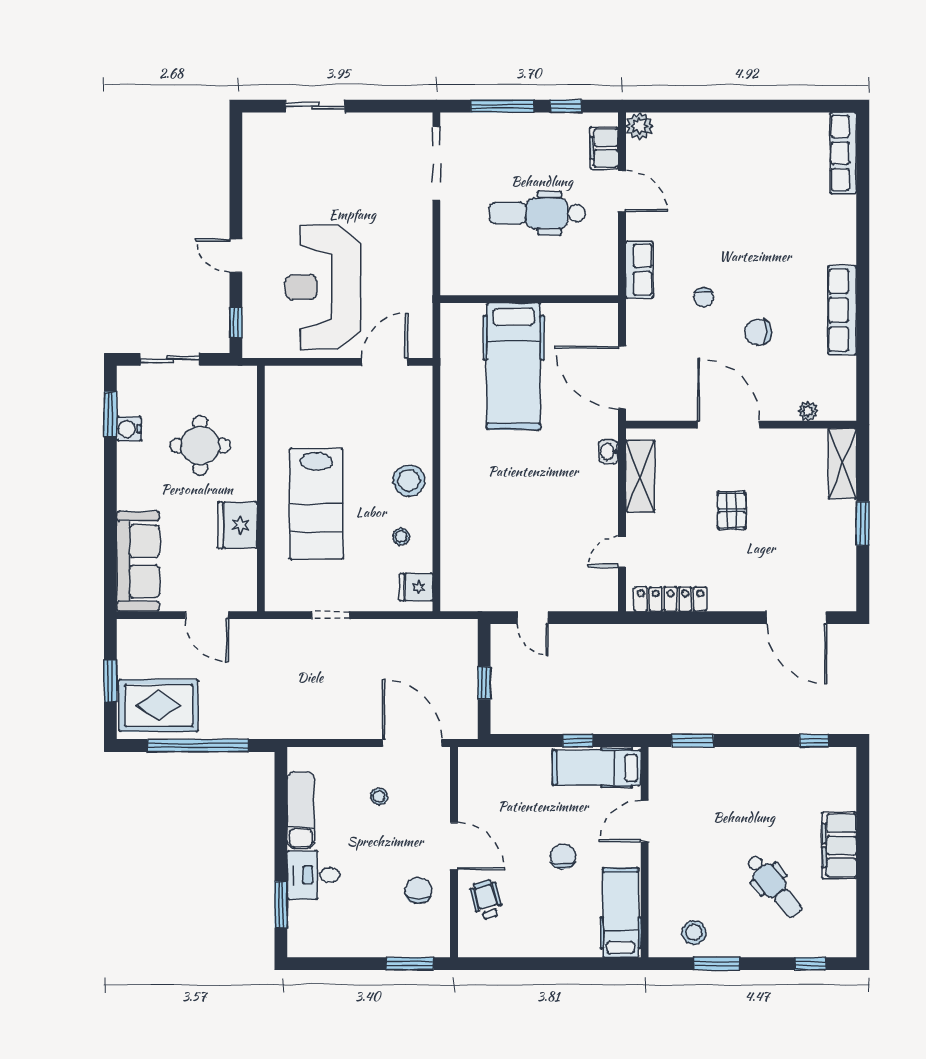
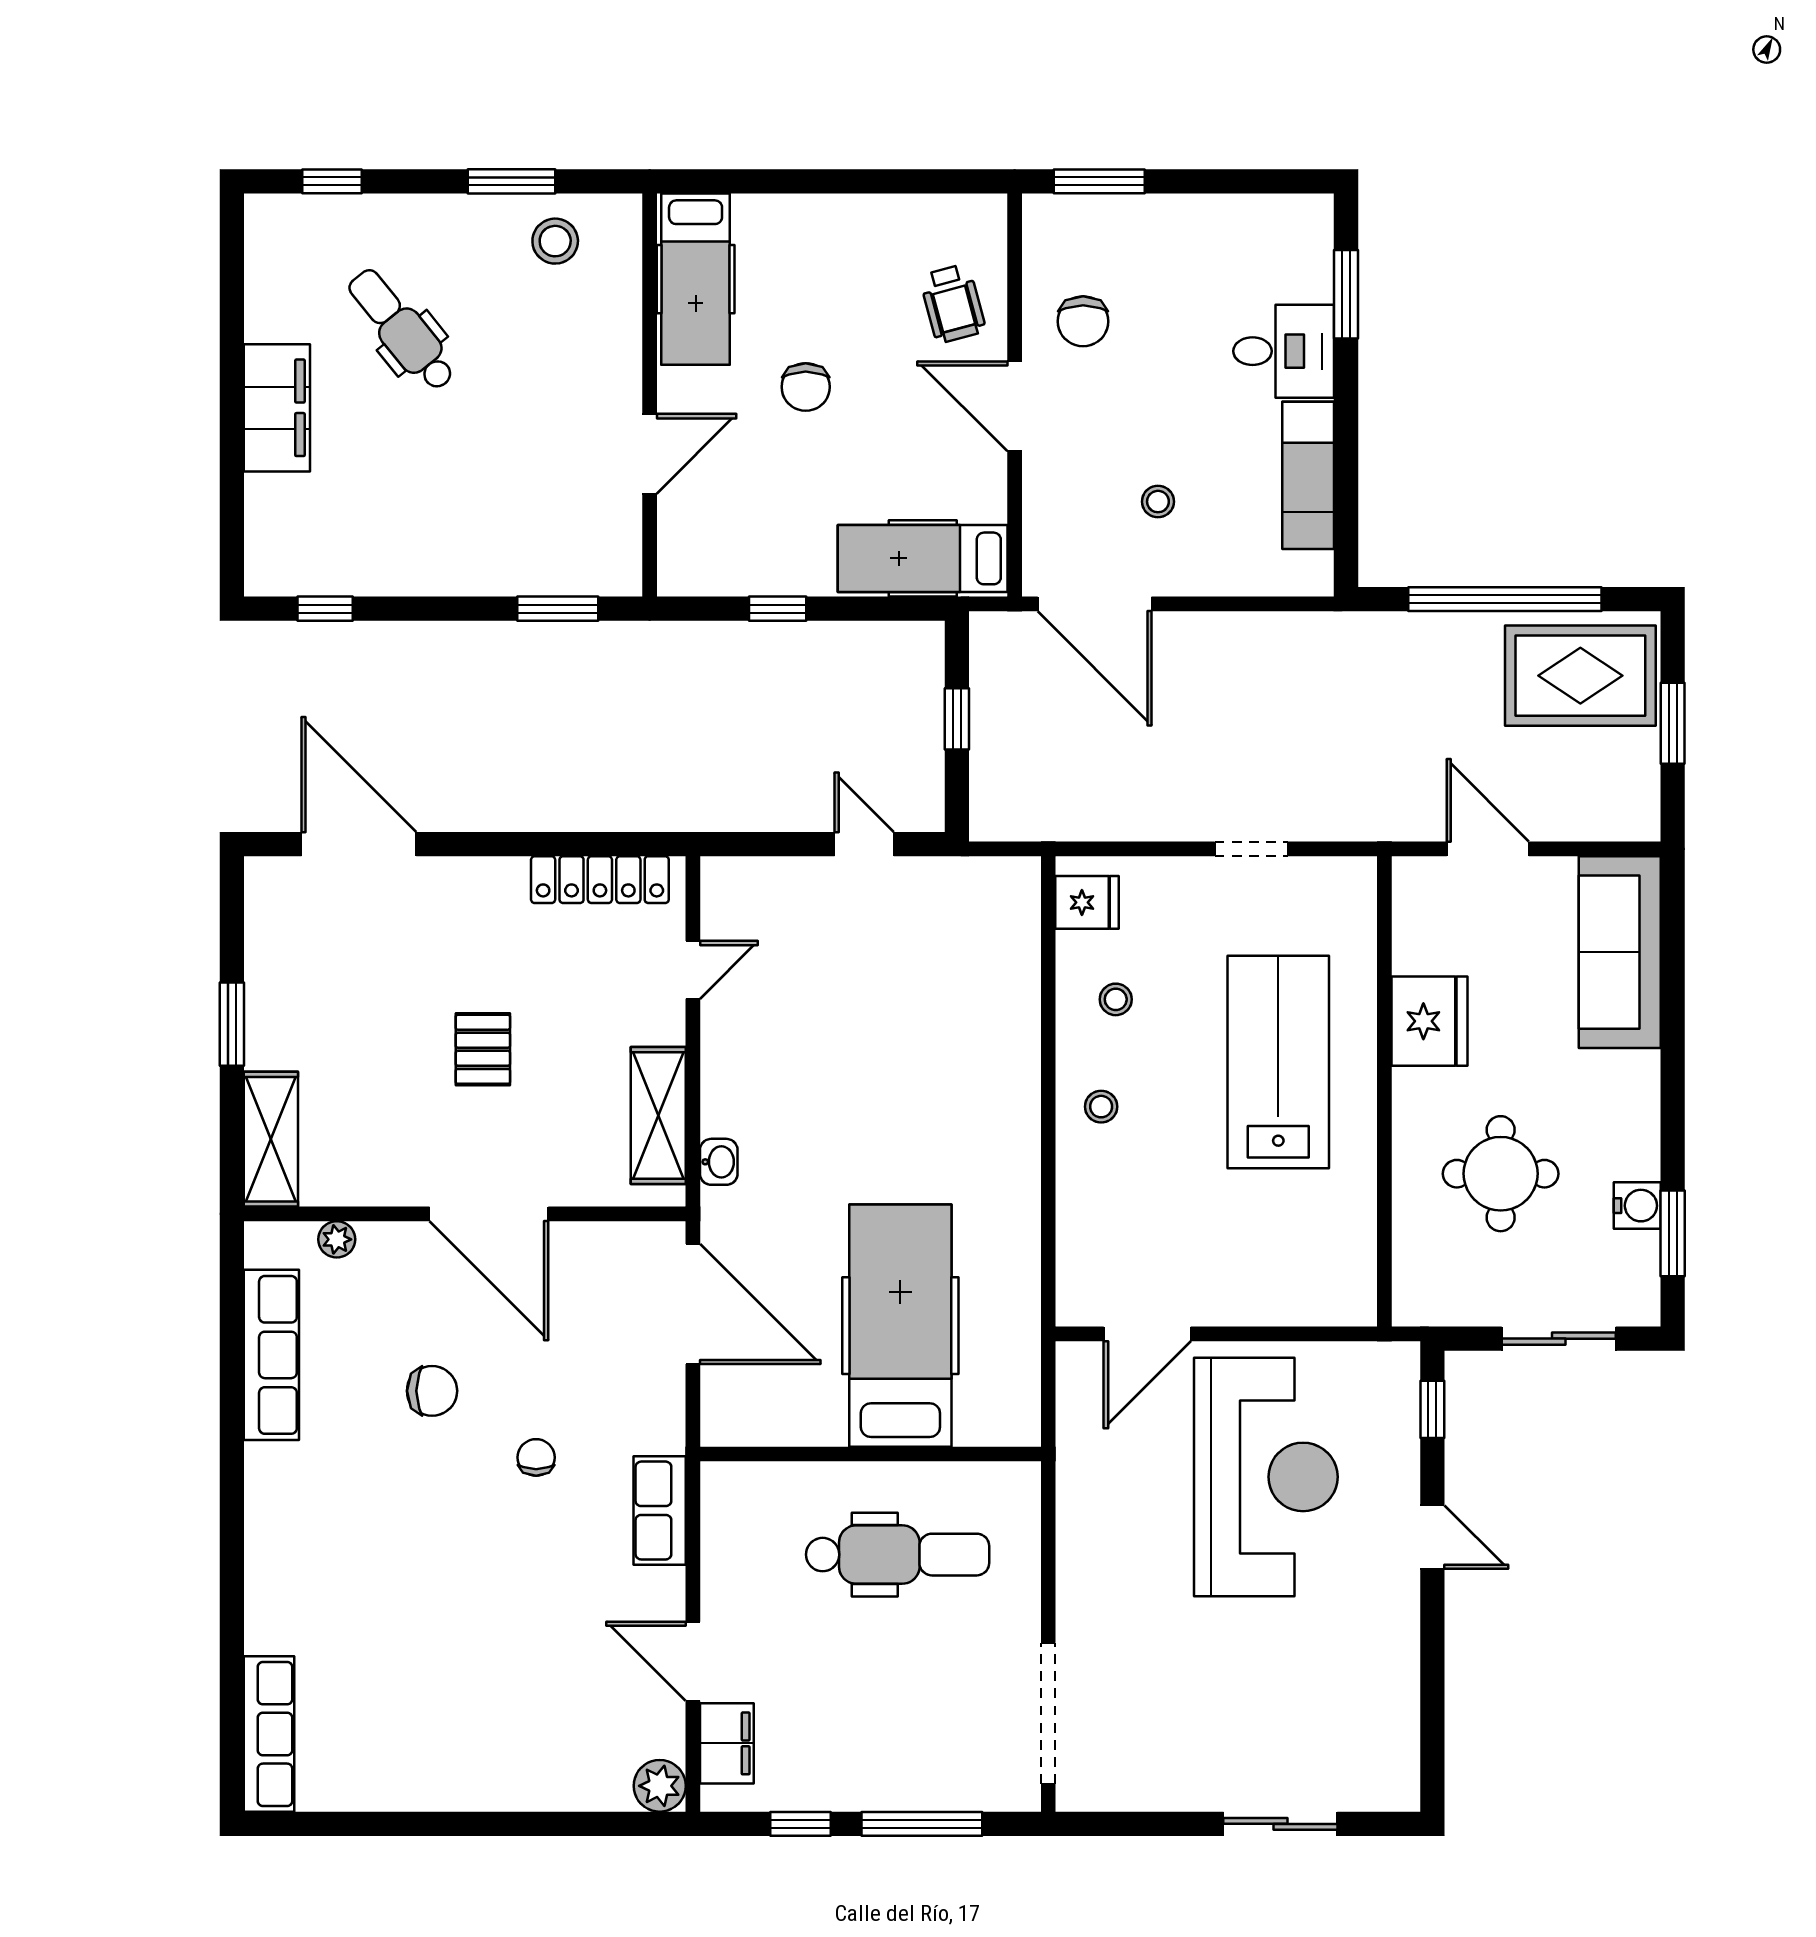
dental chair: (537, 213) -> (898, 1555), moved
row of seats: (842, 310) -> (271, 1355), moved
stool: (409, 481) -> (1101, 1107), width x0.53, depth x0.53
hospital bed: (597, 768) -> (923, 558), moved, turned 180

